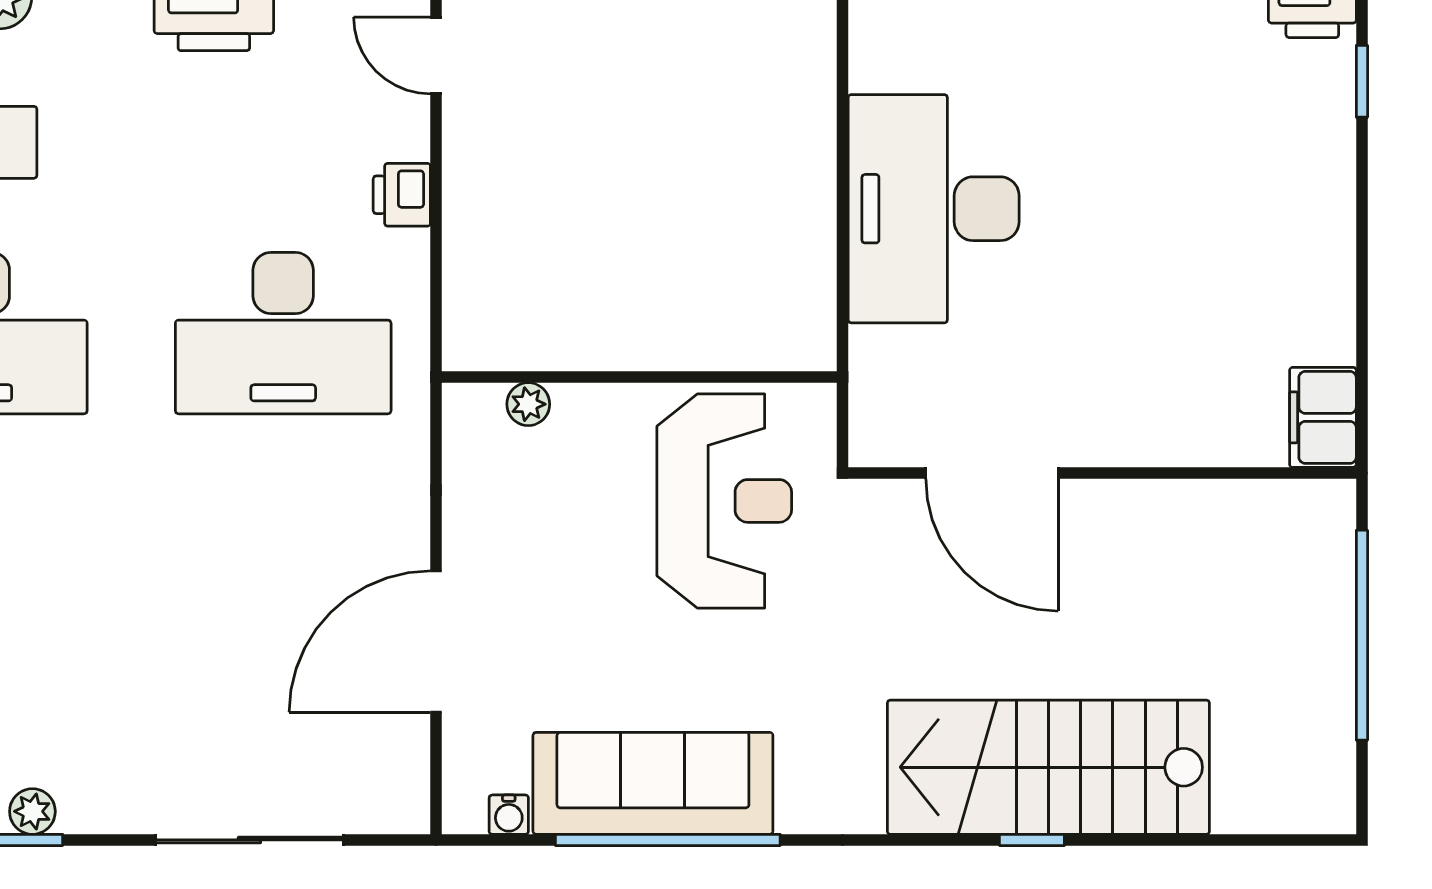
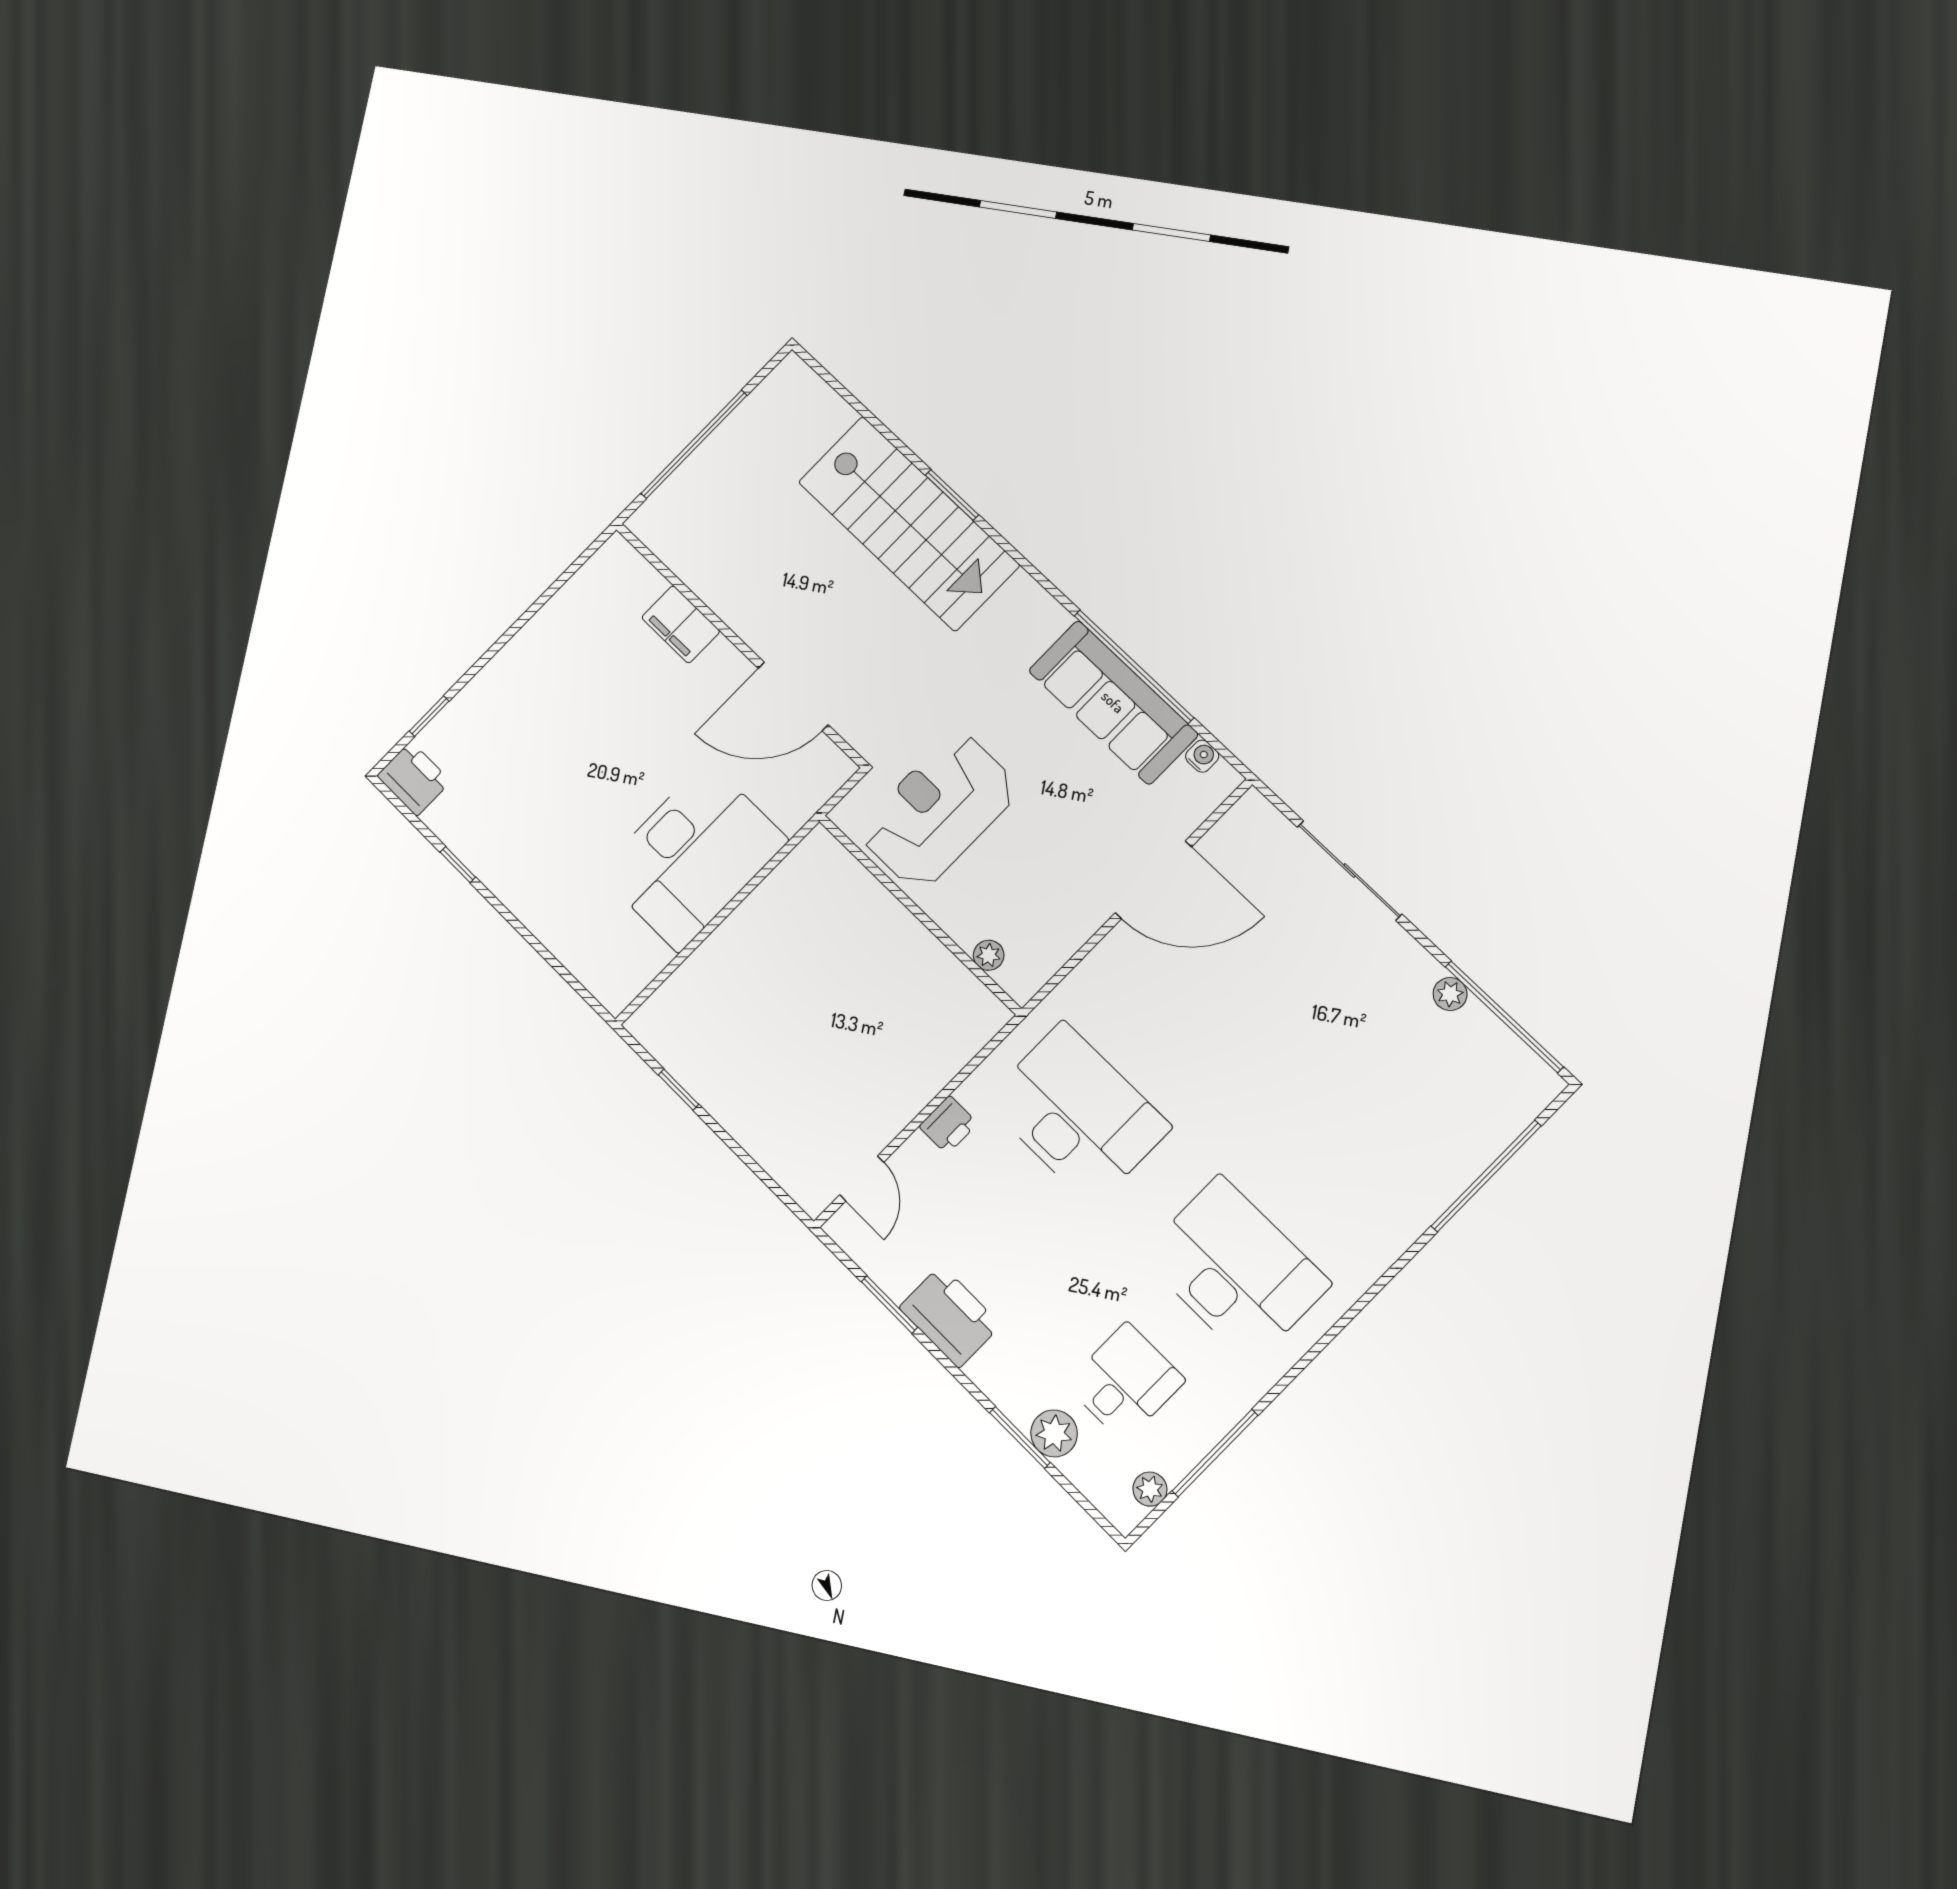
filing cabinet: (1323, 417) -> (681, 624), moved, turned 90
door: (992, 473) -> (793, 696), swing flipped
window: (1032, 840) -> (952, 495), width x1.50

